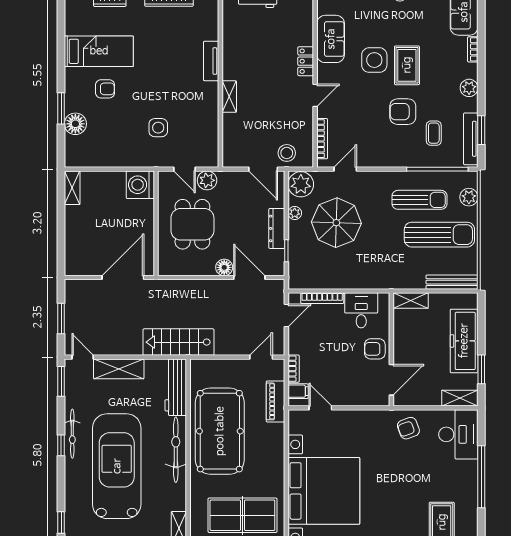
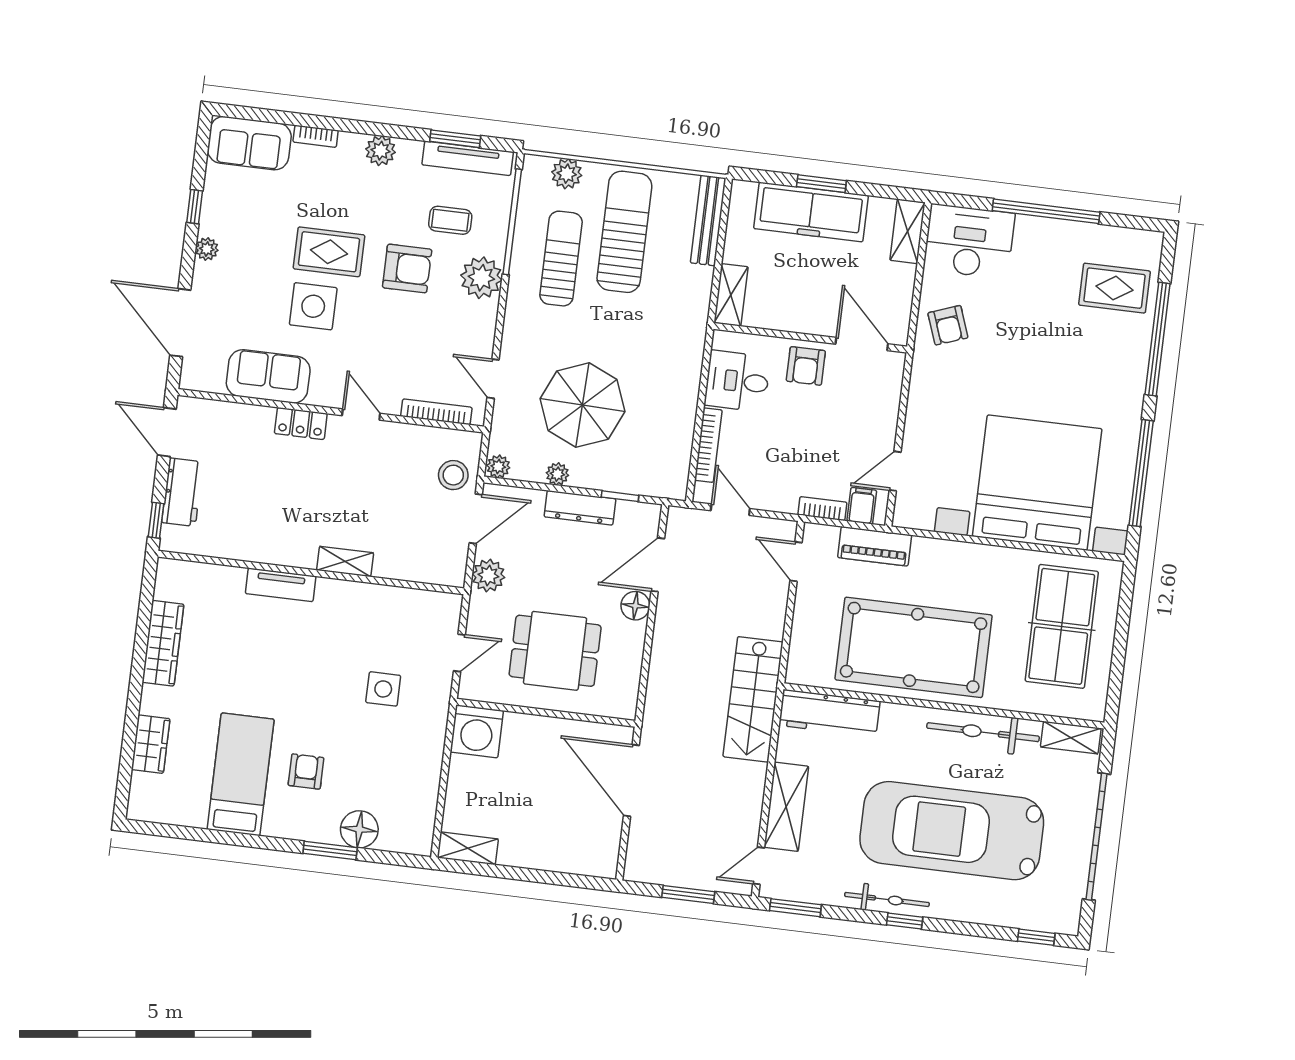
armchair: (403, 112) -> (407, 268), turned -90
plant: (403, 155) -> (481, 278), added
plant: (207, 180) -> (488, 576), moved
plant: (301, 184) -> (498, 467), width x0.53, depth x0.53
window: (481, 369) -> (821, 184), moved
bicycle: (176, 450) -> (983, 732), moved

